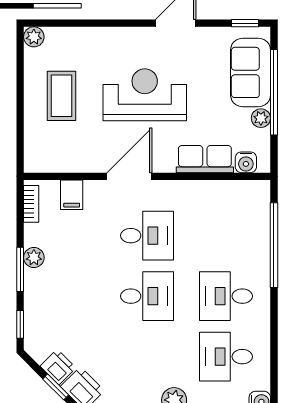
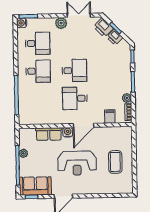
plant: (34, 37) -> (128, 189), removed
sofa: (251, 72) -> (35, 186), moved, turned -90
water cooler: (246, 162) -> (68, 132), moved
plant: (34, 258) -> (127, 98), moved
desk: (147, 296) -> (74, 71), turned 180

